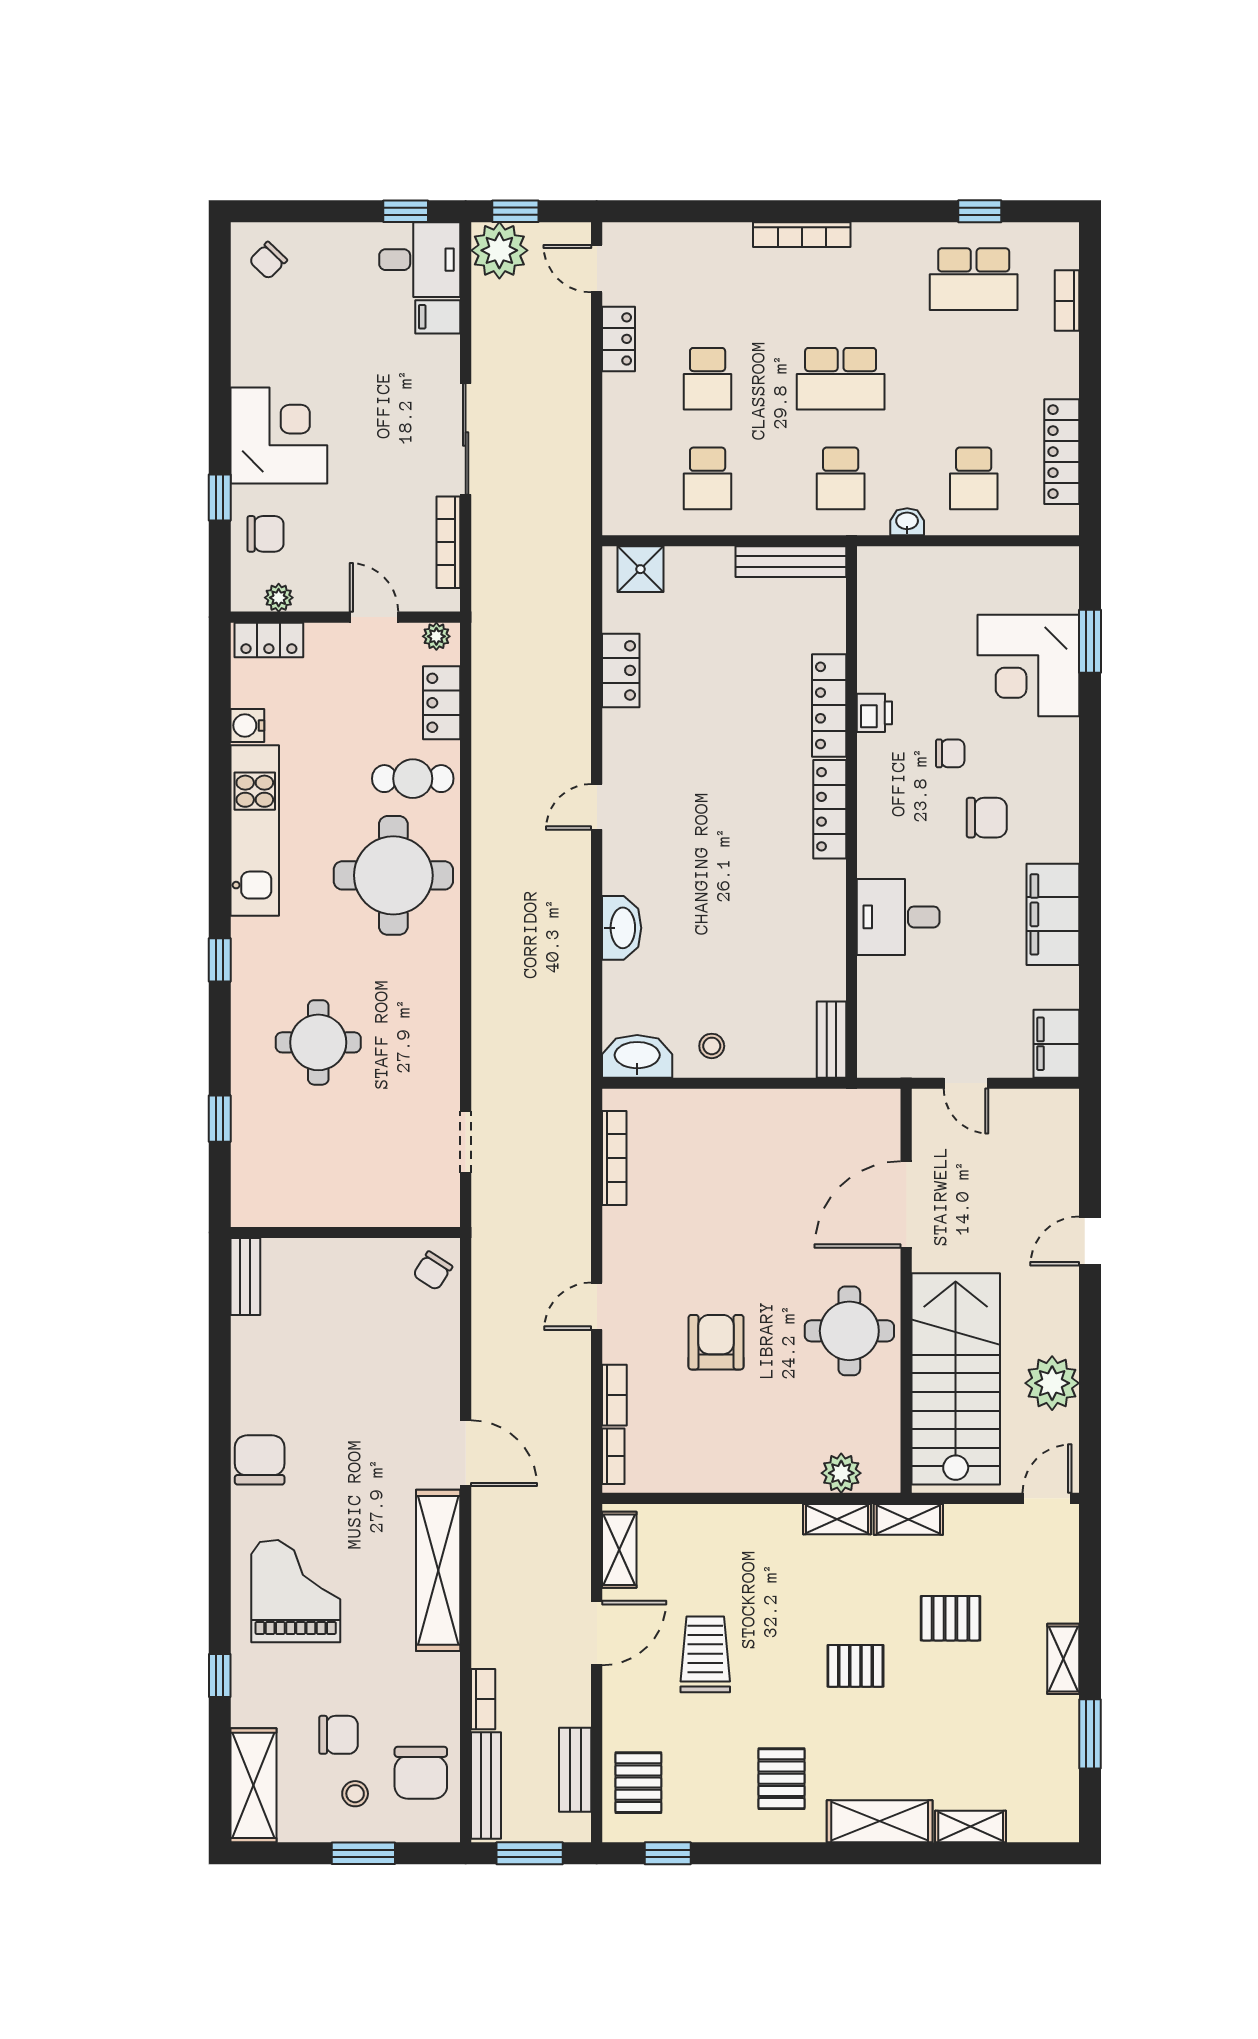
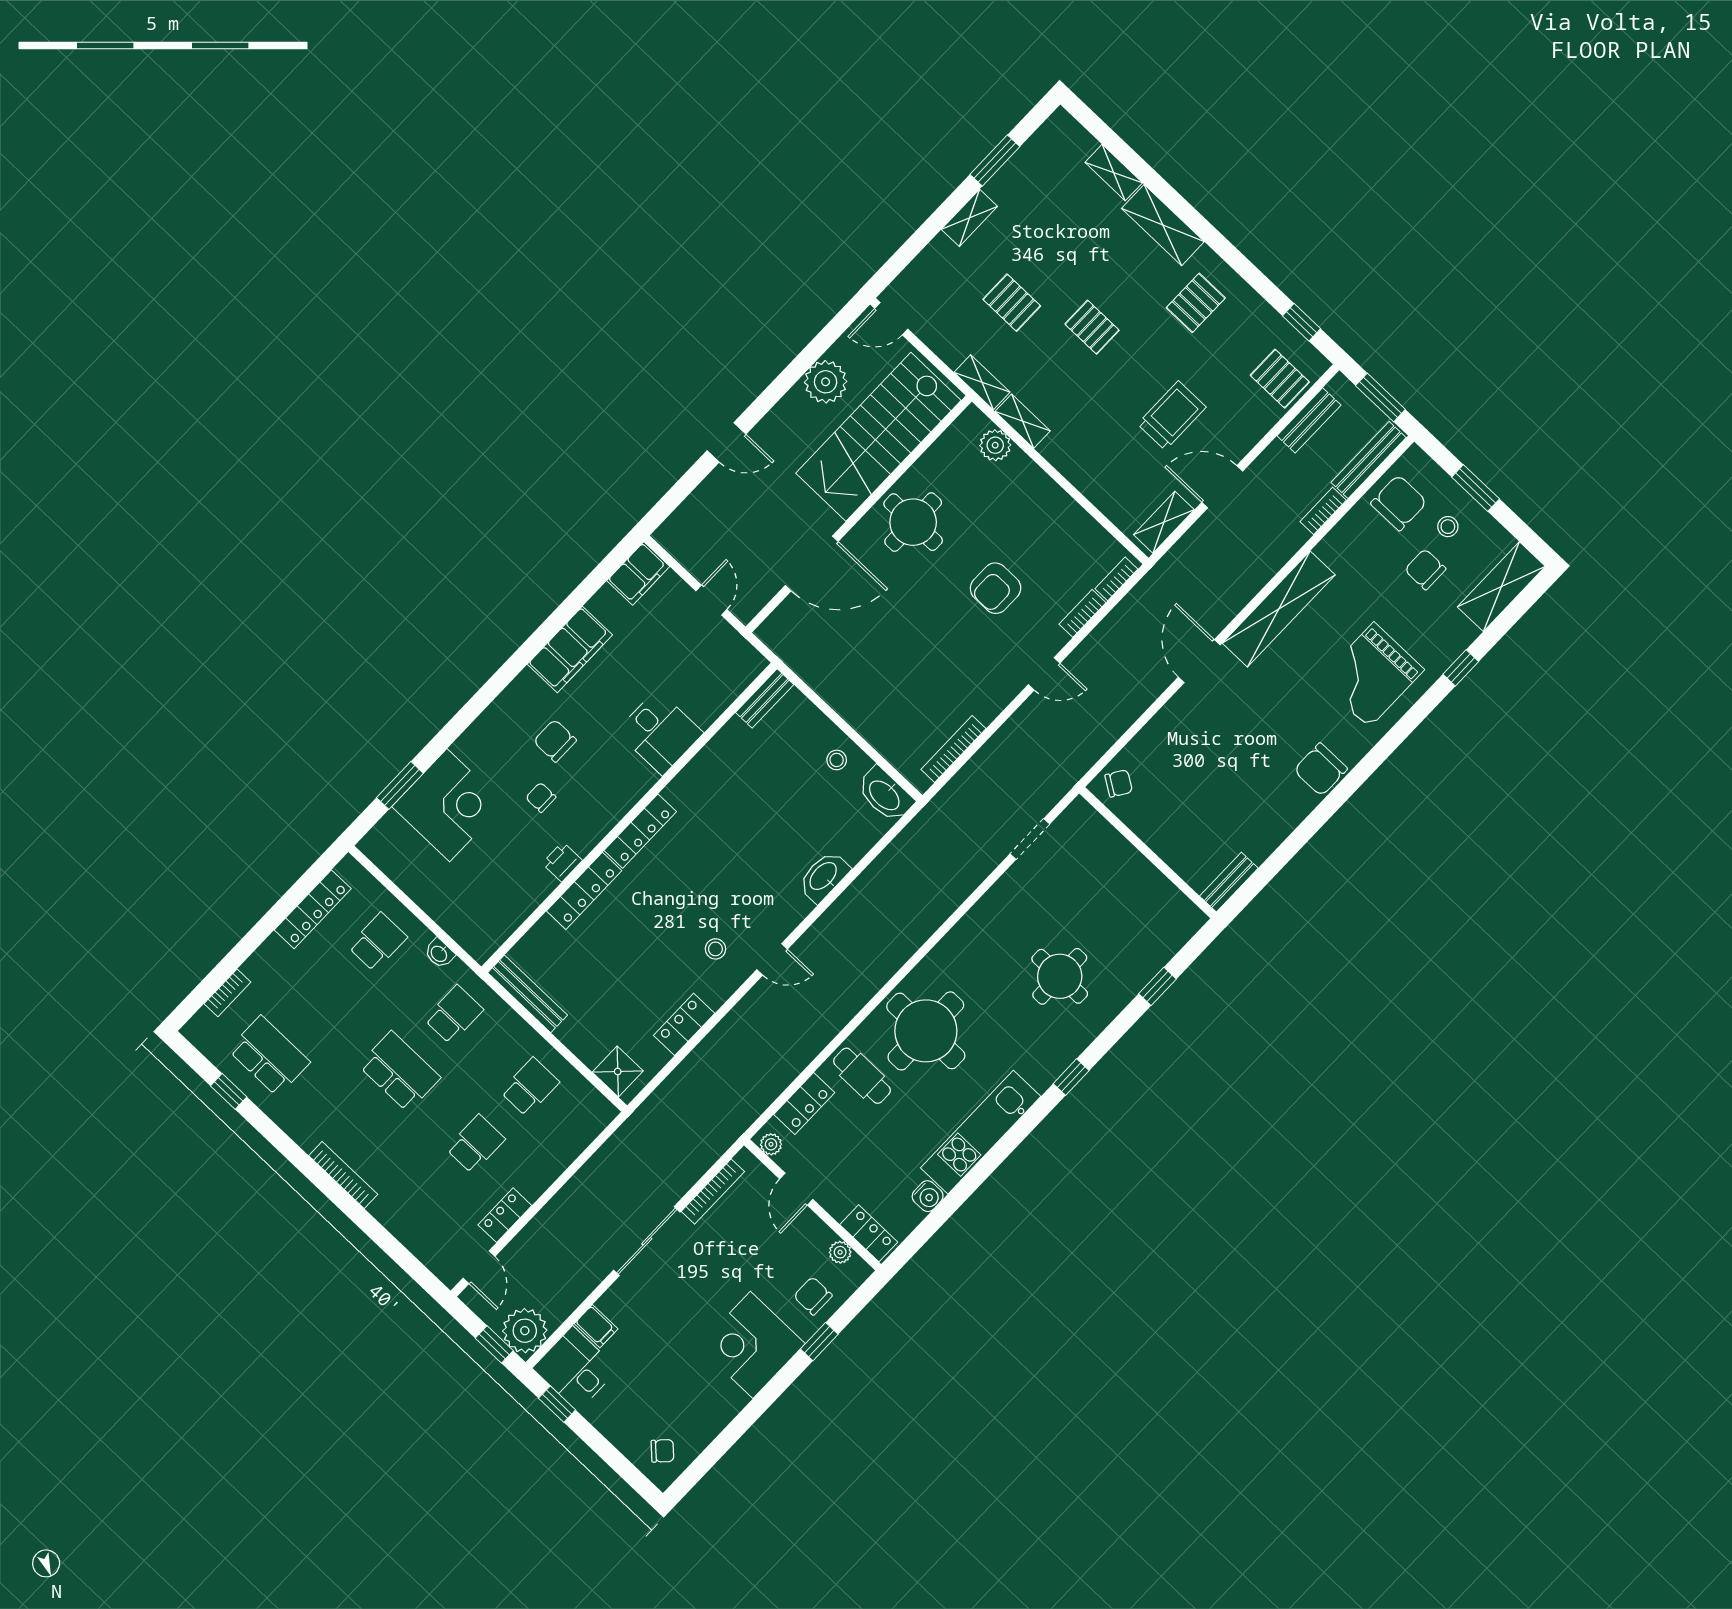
stool: (658, 767) -> (715, 949), added
trolley: (705, 1654) -> (1172, 416), turned 180
pallet: (638, 1783) -> (1280, 379), turned 90

